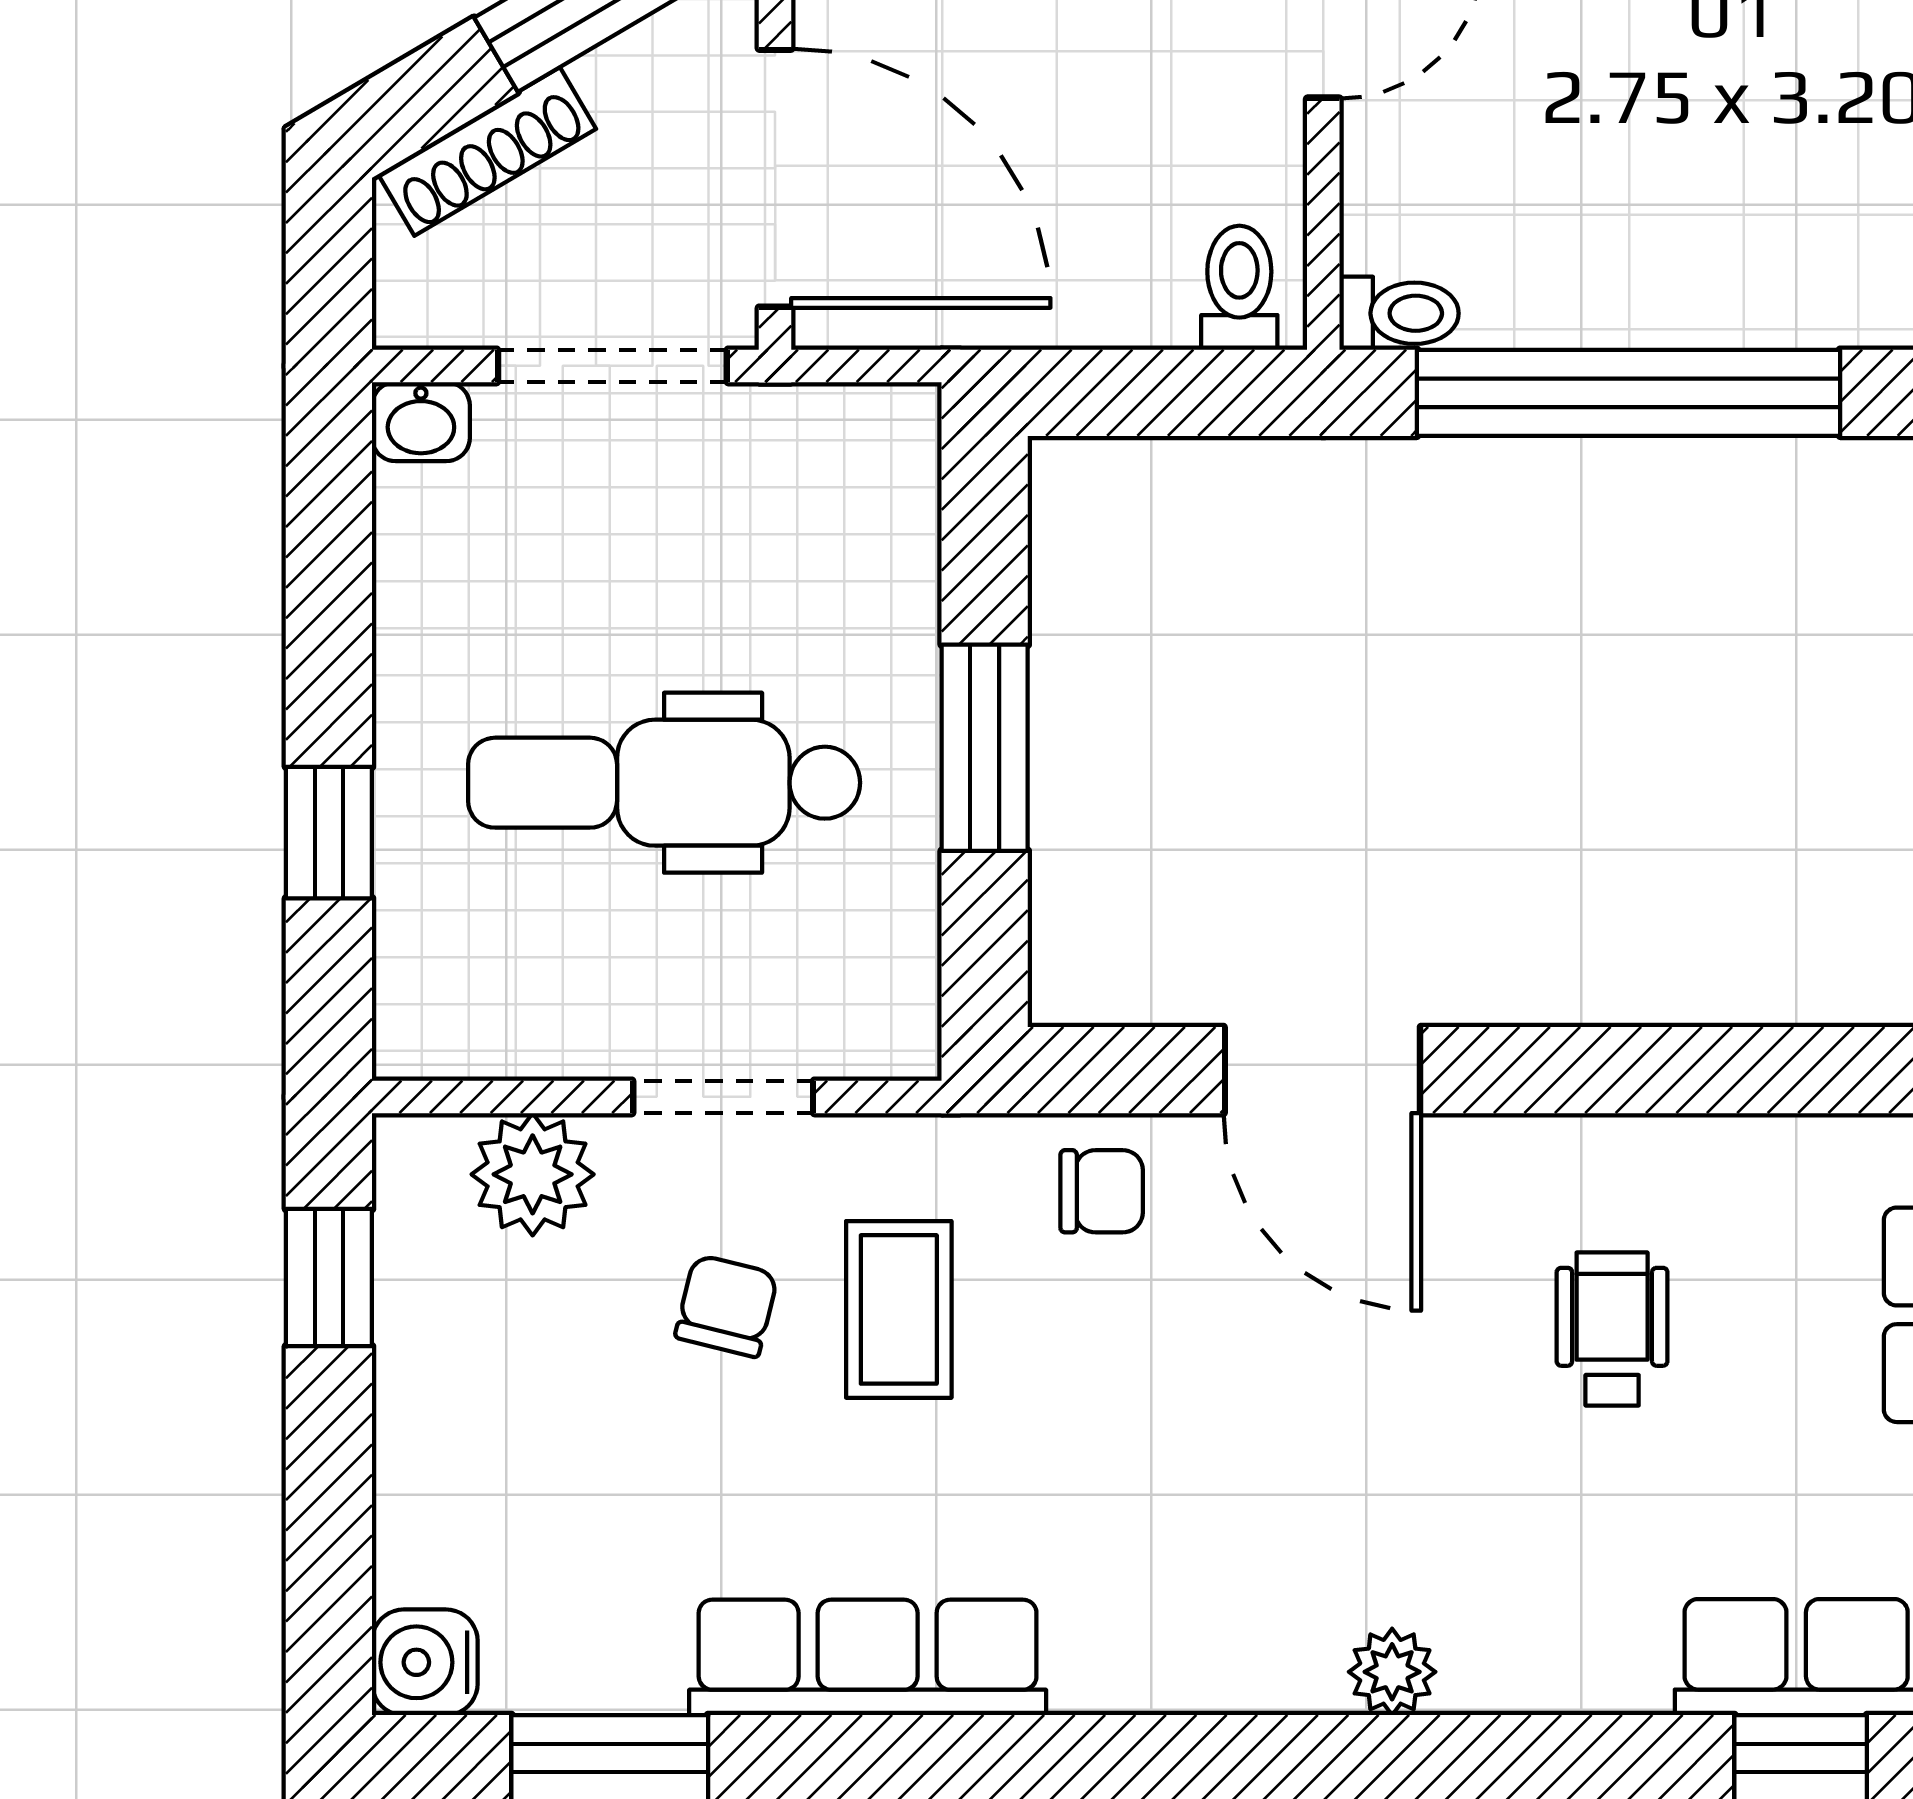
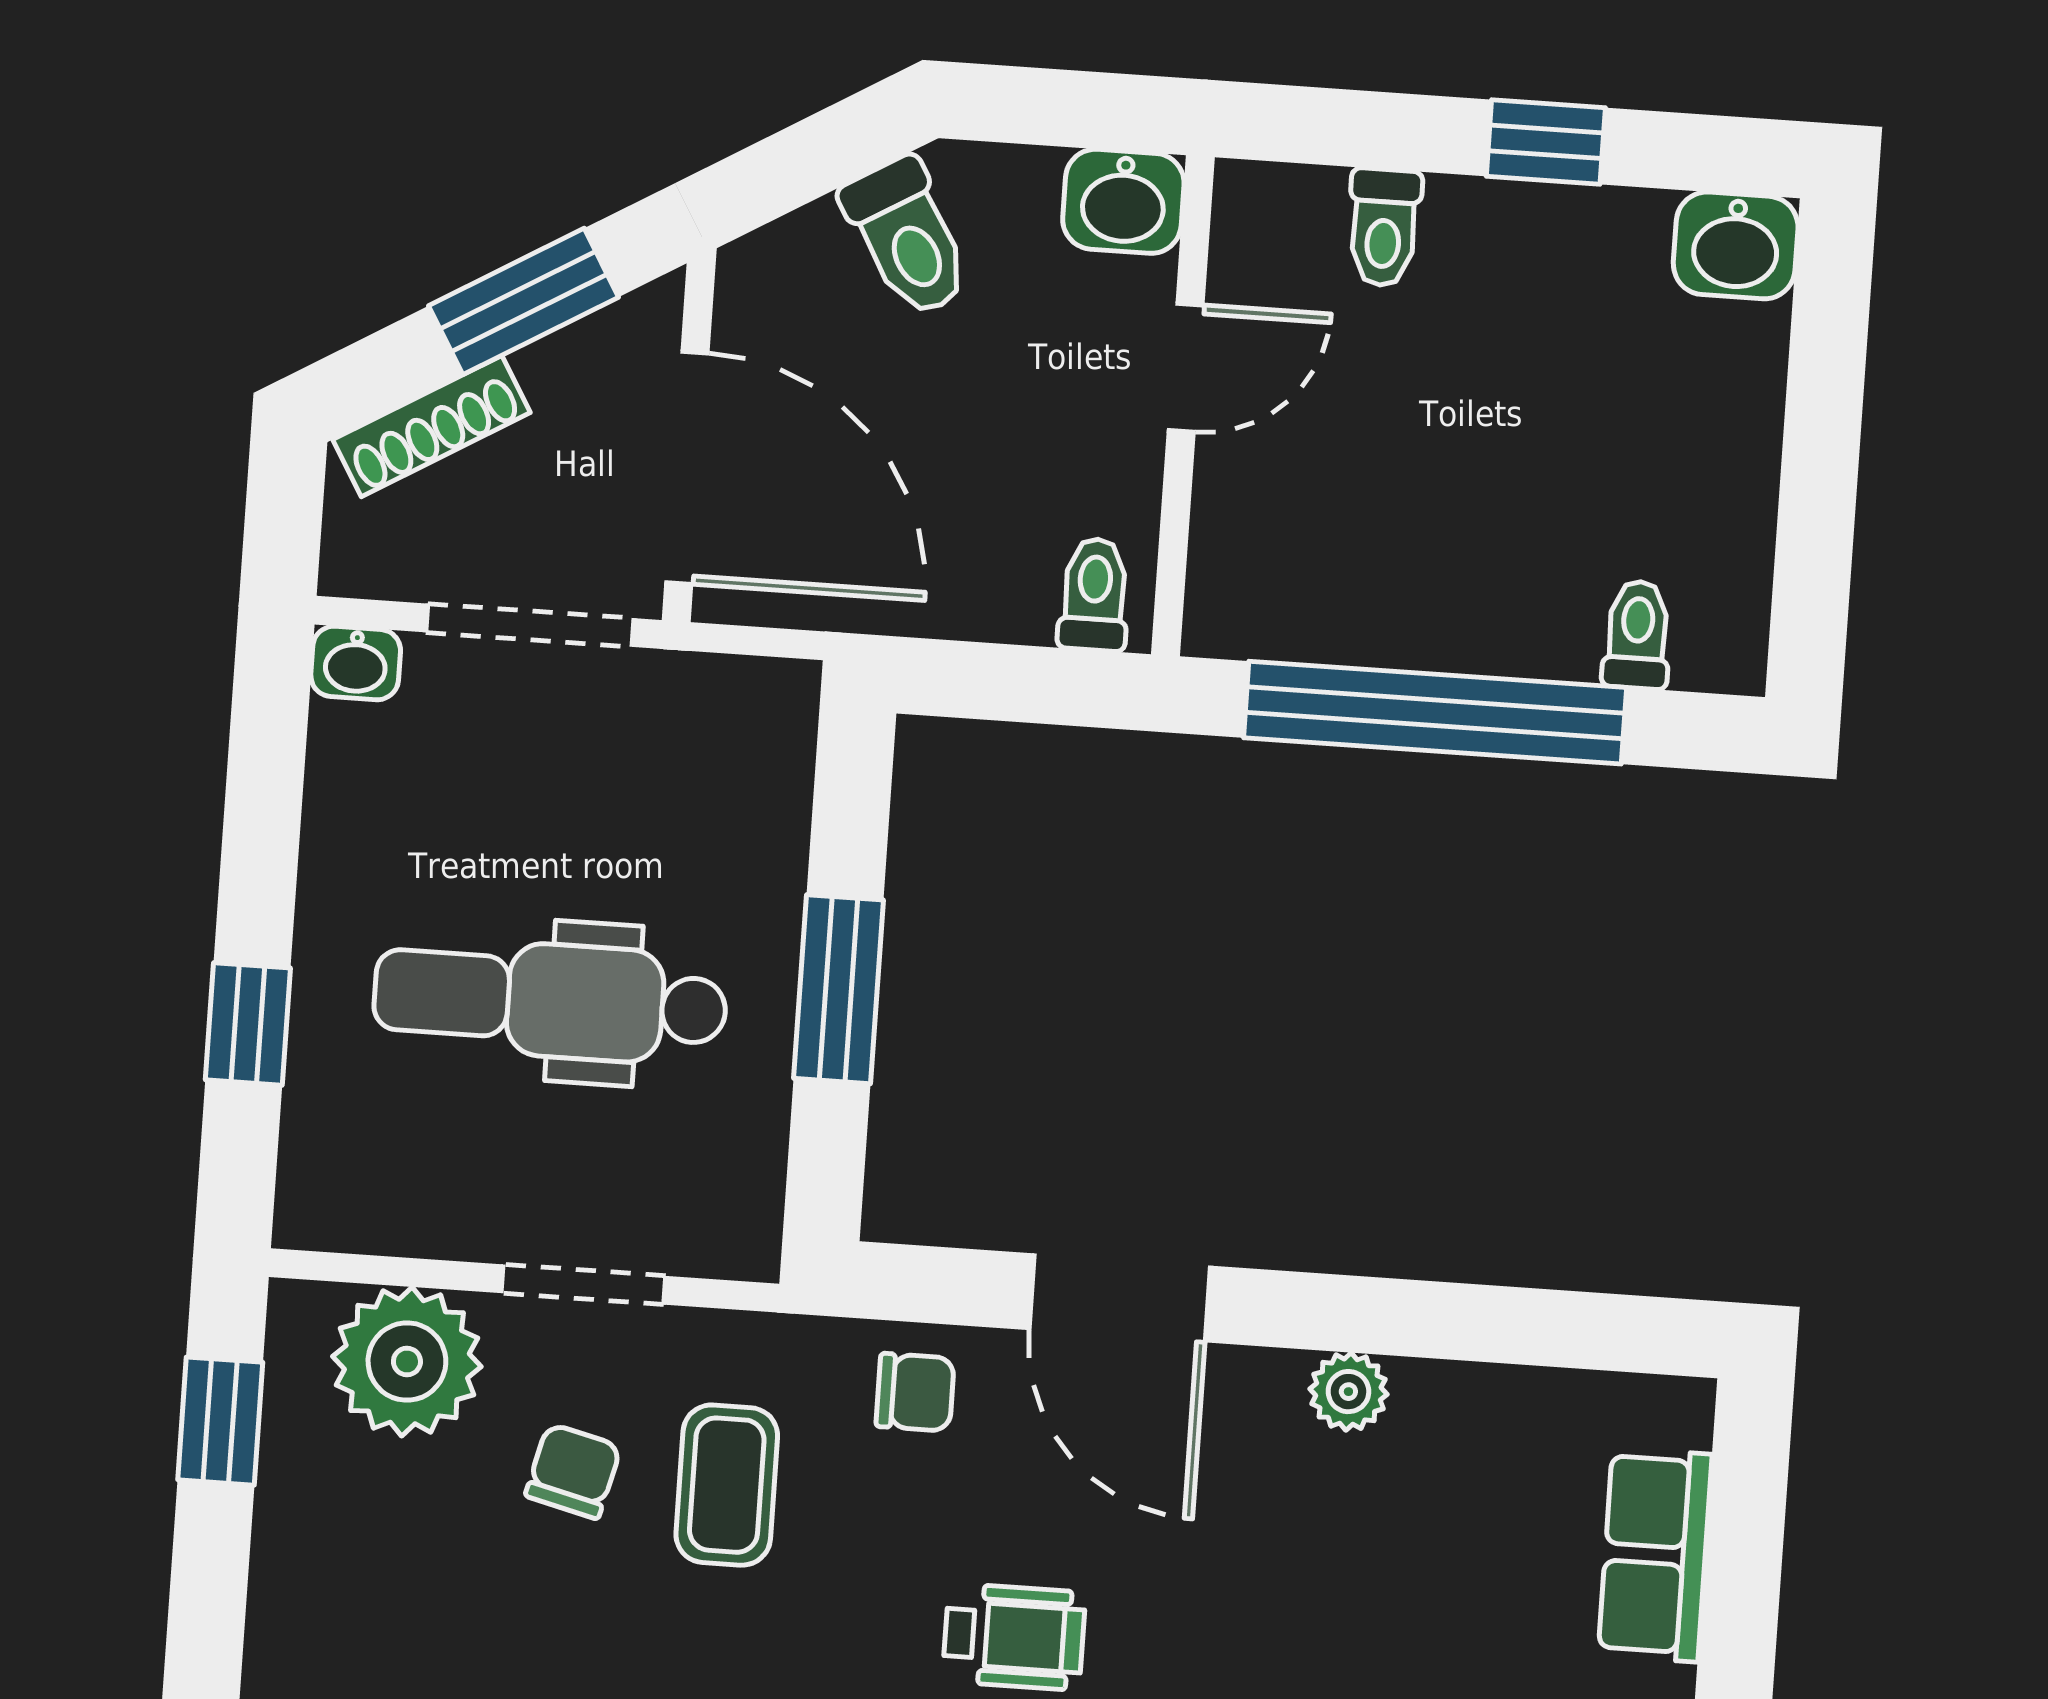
toilet: (1399, 313) -> (1637, 635), moved, turned -90
plant: (1585, 1157) -> (1348, 1392), added
plant: (533, 1174) -> (407, 1362), width x1.36, depth x1.36
wheelchair: (1612, 1329) -> (1014, 1637), moved, turned 90

